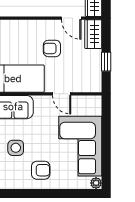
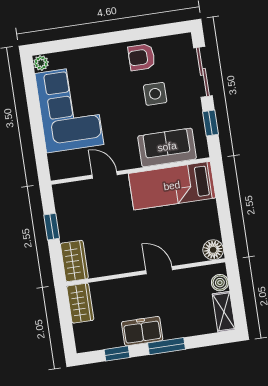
door: (71, 18) -> (159, 270), moved
armchair: (52, 48) -> (127, 234), removed
armchair: (41, 170) -> (142, 57), moved

